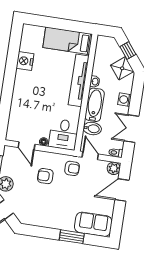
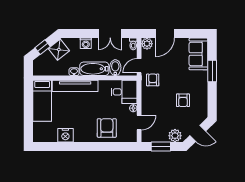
armchair: (26, 109) -> (107, 128), added
armchair: (45, 176) -> (183, 100), moved
door: (122, 190) -> (165, 34), hinge flipped

